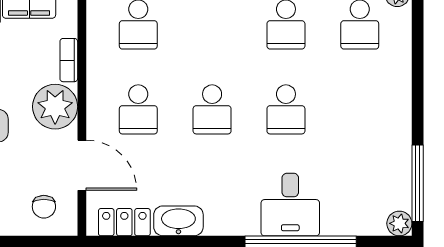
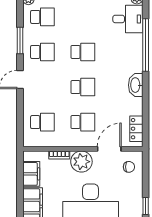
desk: (290, 204) -> (128, 19), moved
washbasin: (178, 221) -> (136, 85), moved

